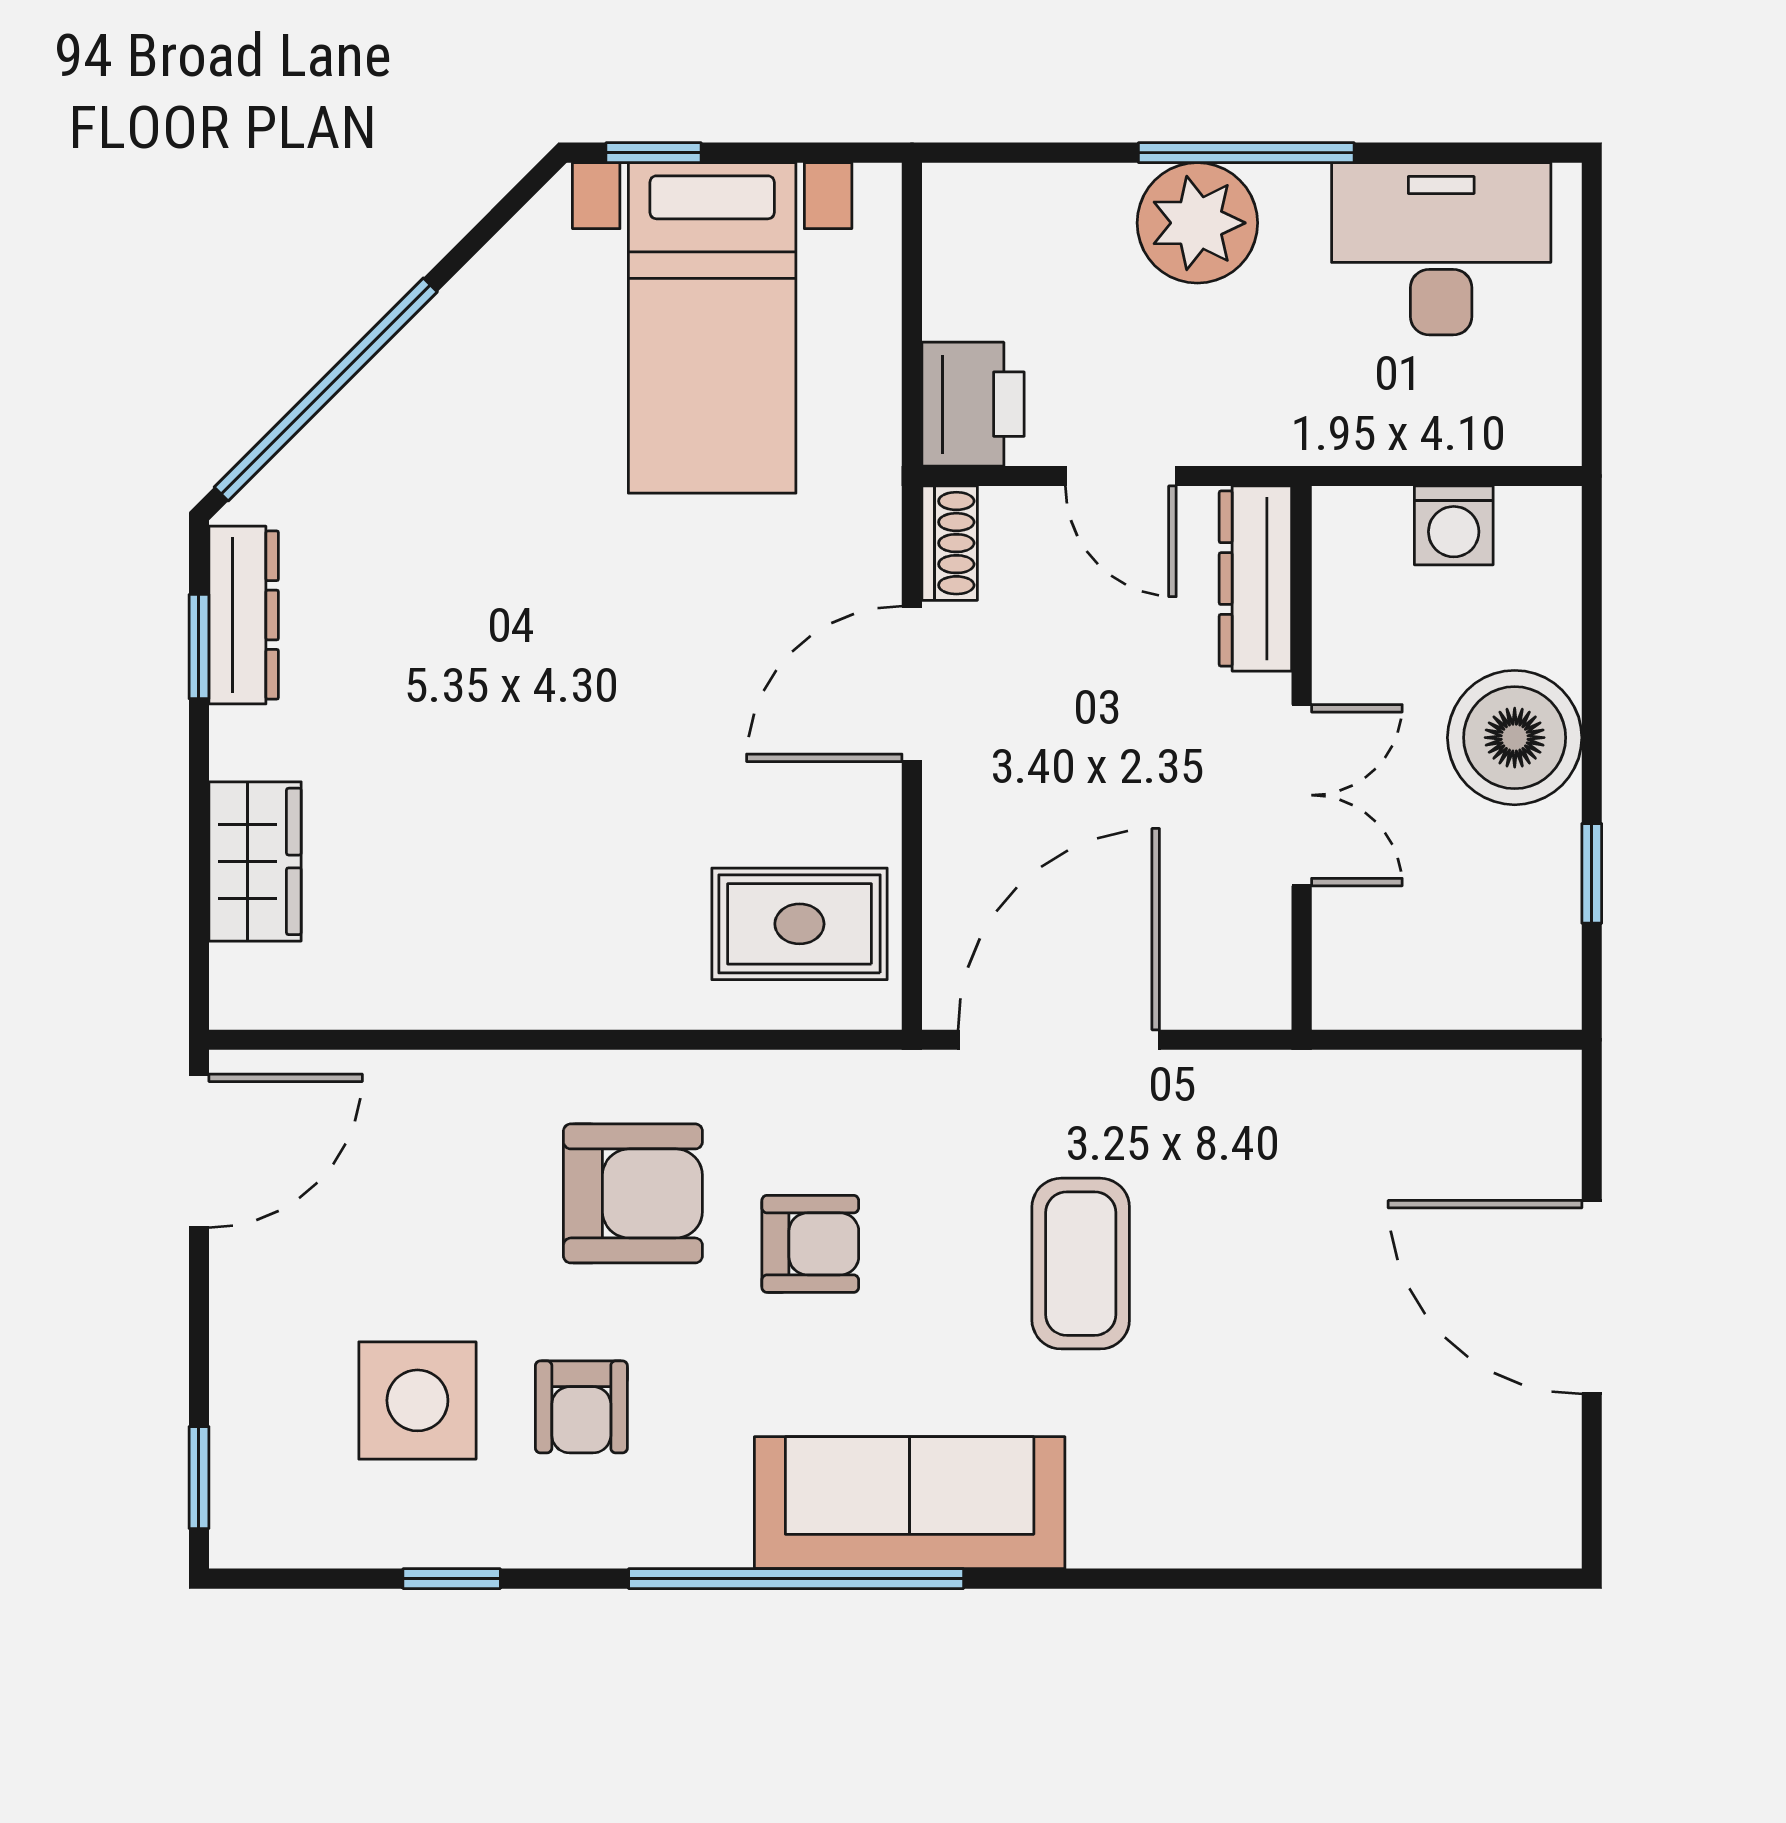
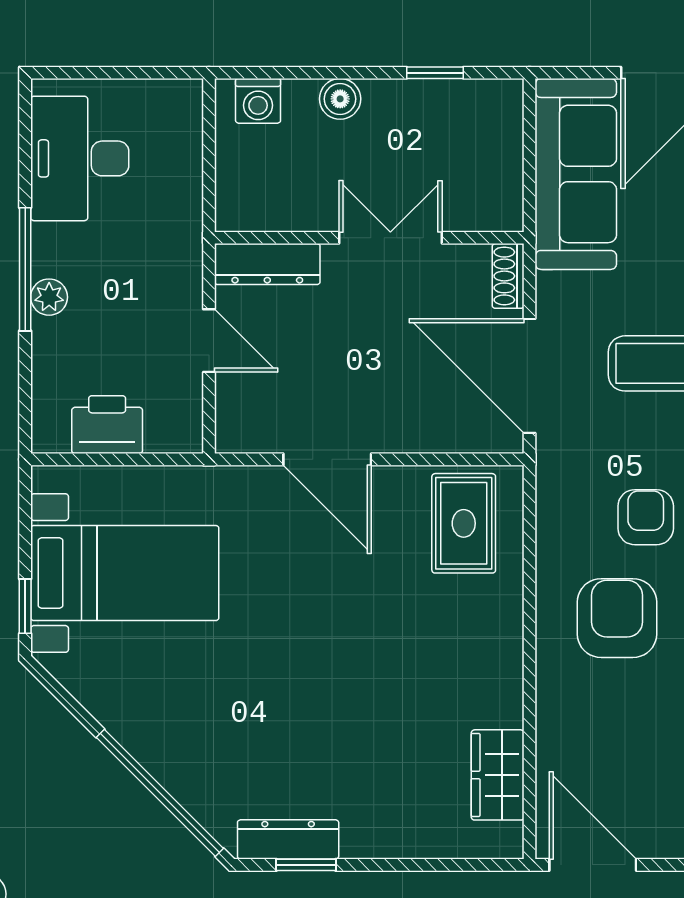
plant: (1197, 223) -> (49, 297), width x0.53, depth x0.53
printer: (973, 404) -> (107, 425), moved
door: (1121, 476) -> (209, 341), hinge flipped
washing machine: (1454, 525) -> (258, 101), moved, turned 90
shoe rack: (950, 543) -> (508, 276), moved, turned -90
boiler: (1515, 738) -> (340, 99), width x0.54, depth x0.54
wardrobe: (255, 861) -> (498, 775), moved, turned -90
sofa: (1414, 1121) -> (576, 174), added

